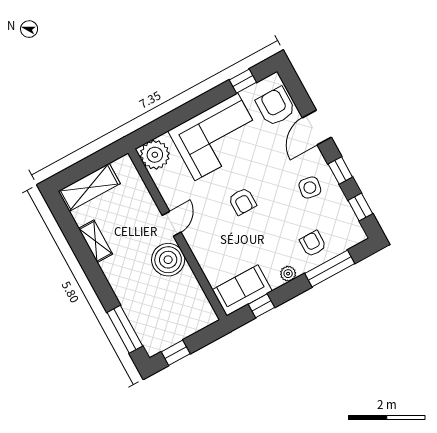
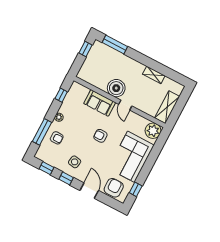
armchair: (276, 106) -> (114, 188), turned -90
shelving: (89, 187) -> (167, 107), moved
sofa: (242, 290) -> (100, 103), moved, turned 90

